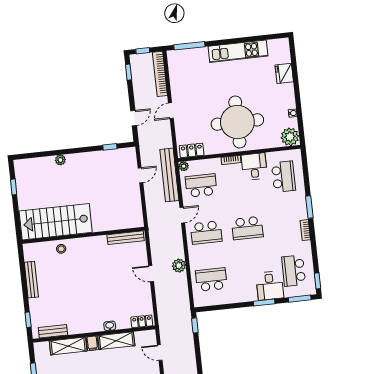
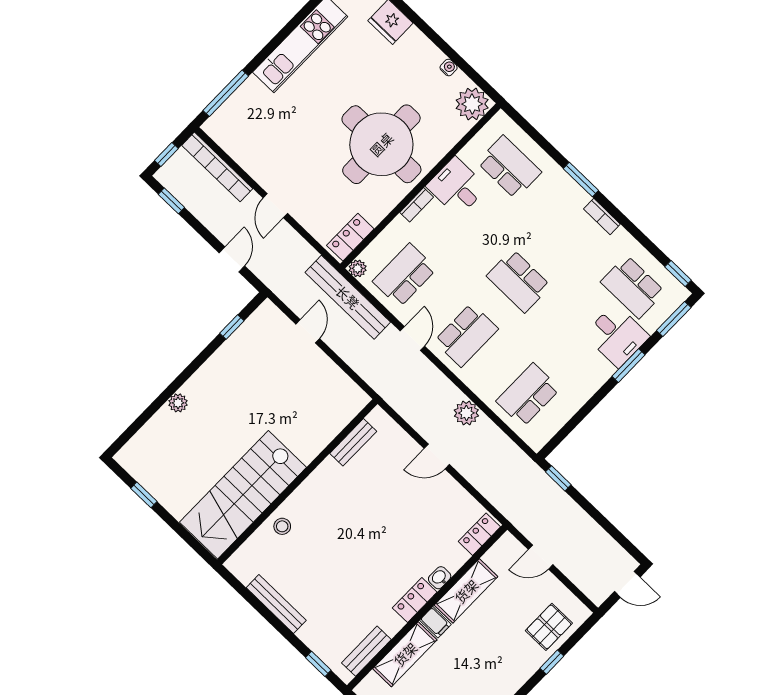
school desk: (247, 228) -> (519, 281), turned 90
bench: (126, 238) -> (353, 442), width x0.73
locker: (91, 327) -> (415, 600), added

